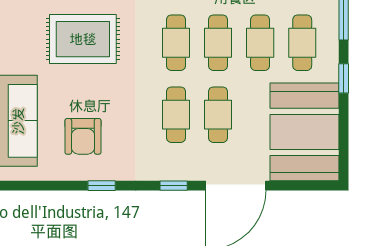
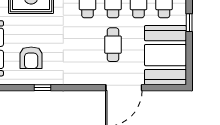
cafe table: (176, 115) -> (87, 45), removed
window: (174, 186) -> (86, 88), removed

